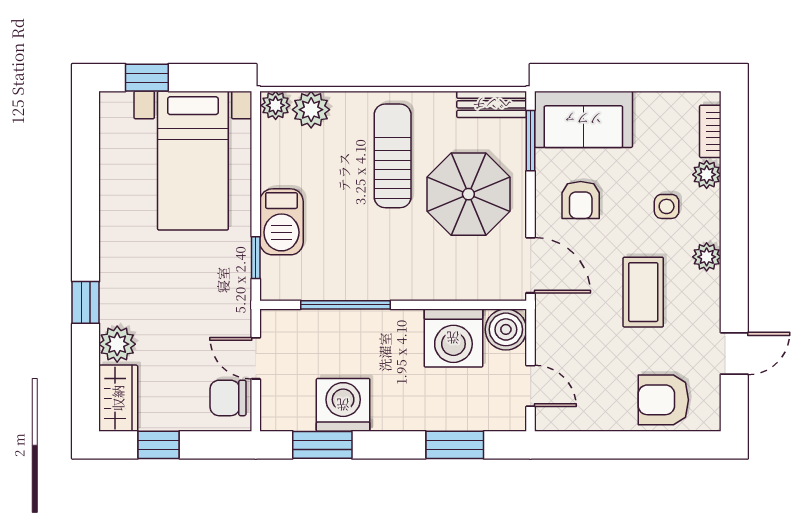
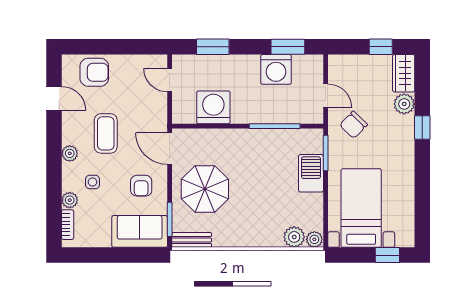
sun lounger: (393, 156) -> (248, 211), removed
armchair: (581, 200) -> (141, 186), turned 180
window: (256, 258) -> (326, 153), width x1.50
boiler: (506, 329) -> (184, 112), removed
door: (734, 353) -> (54, 99), swing flipped
chair: (228, 398) -> (354, 125), moved, turned 134

